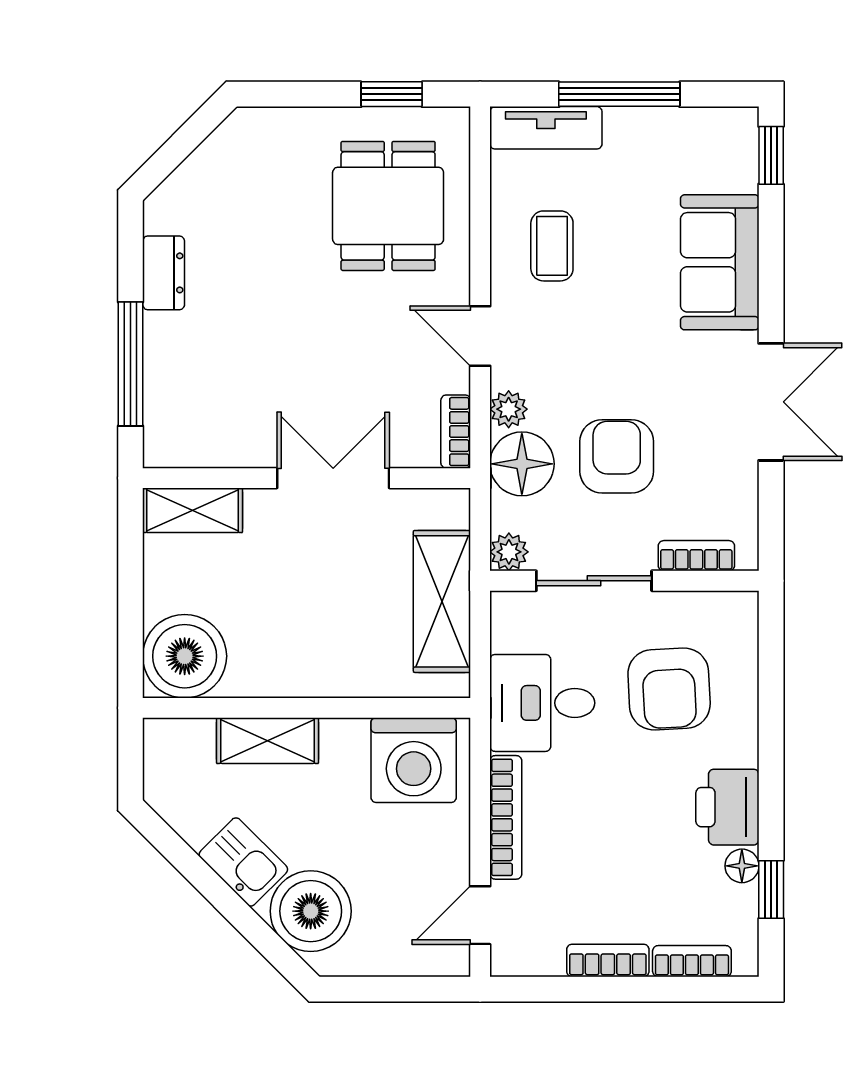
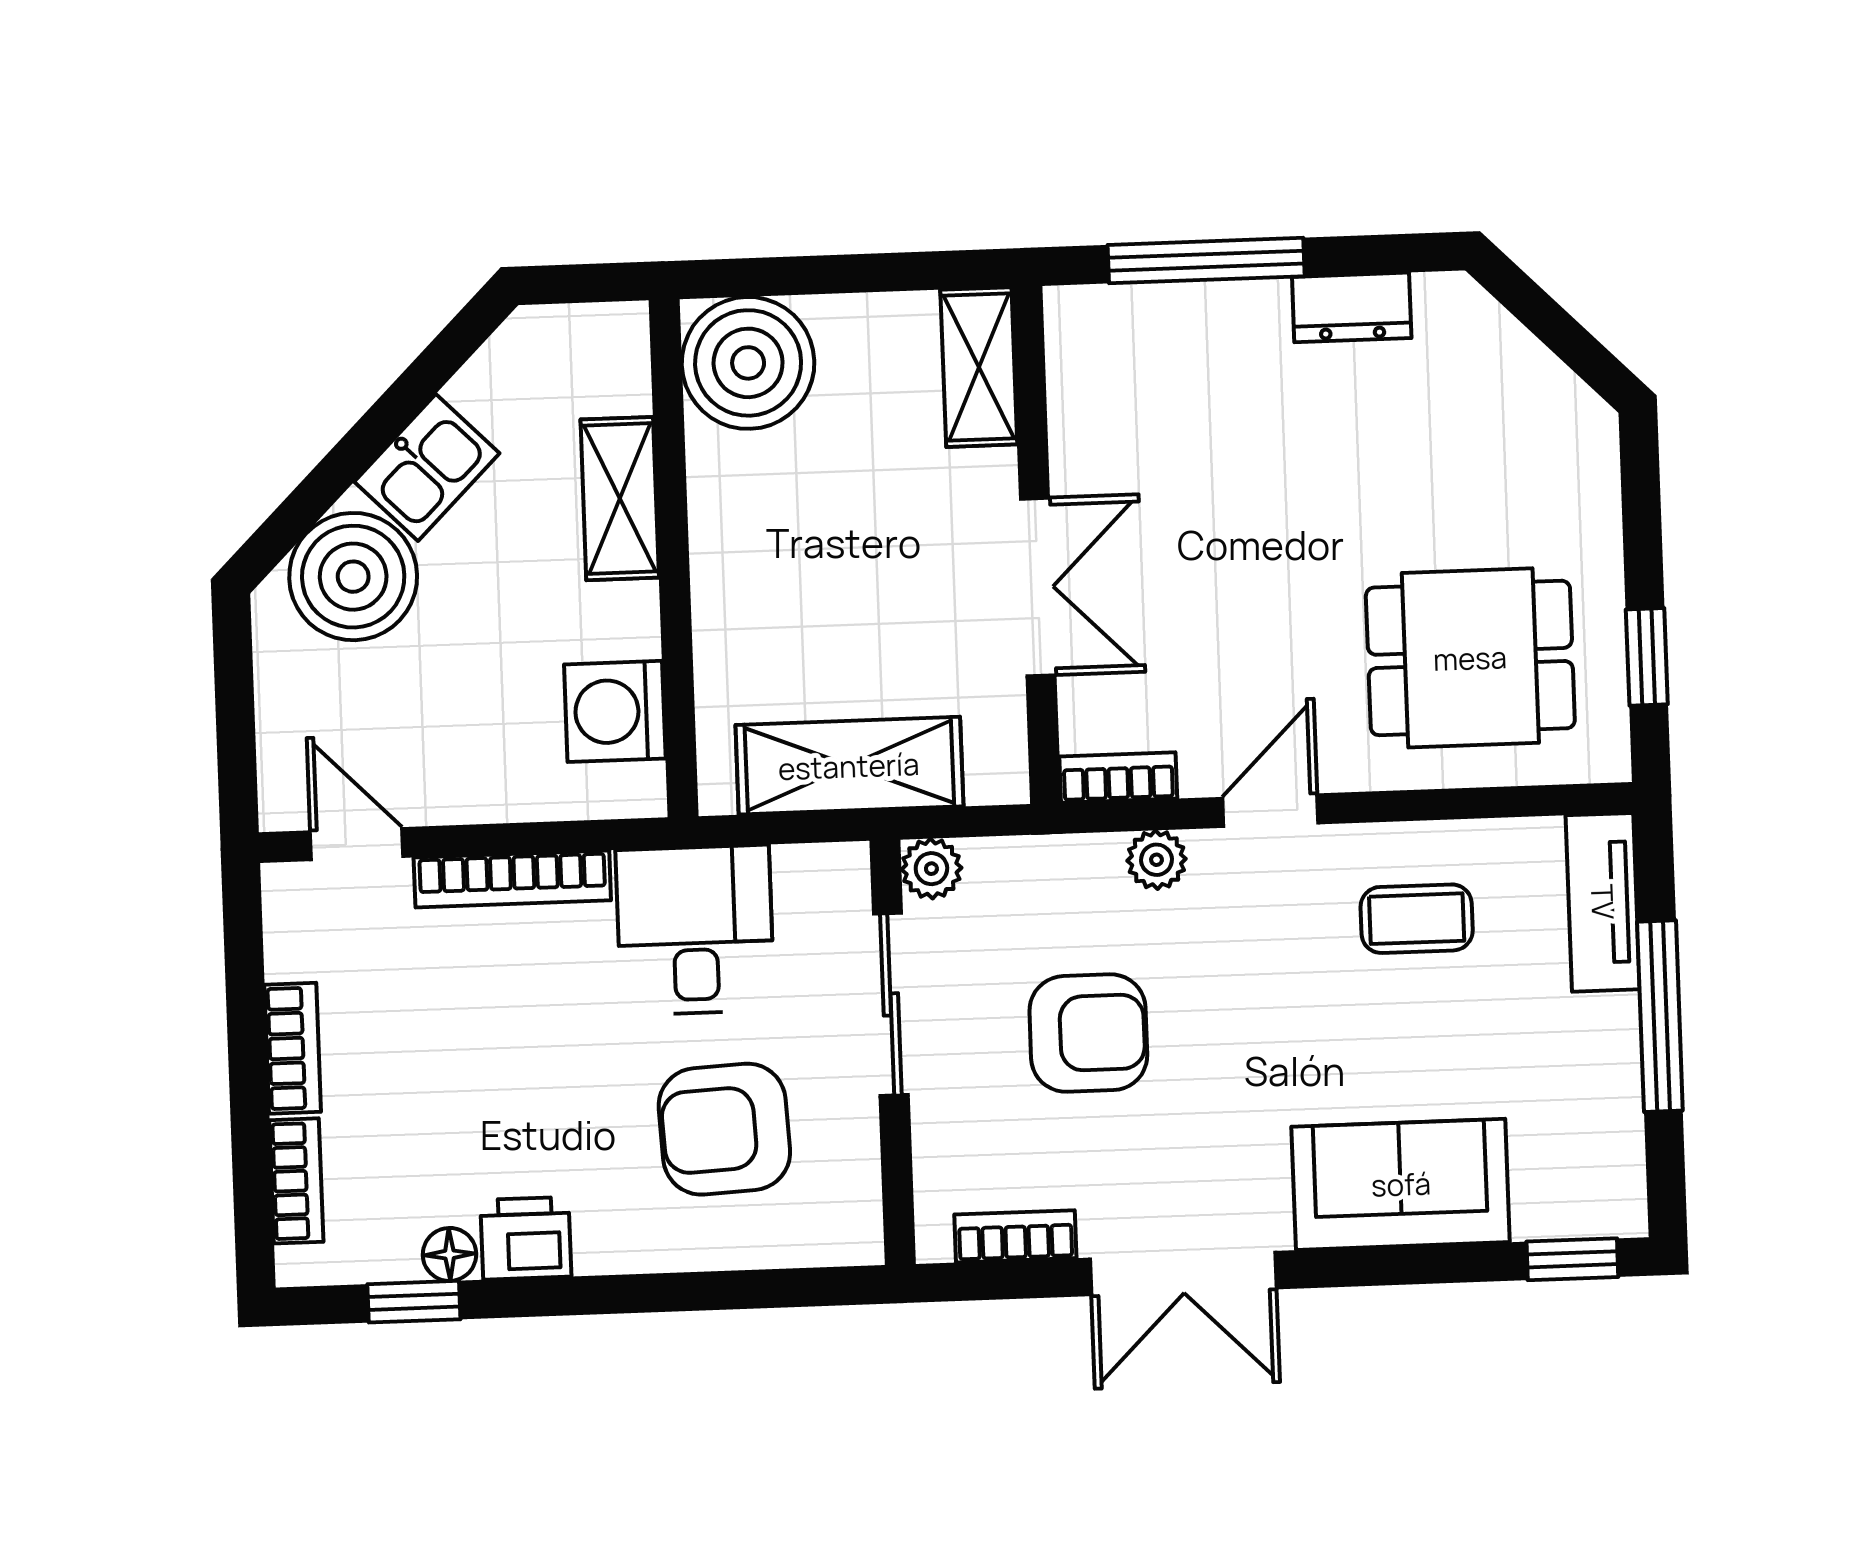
floor lamp: (522, 464) -> (1071, 884), removed
bookcase: (696, 556) -> (1015, 1236), moved, turned -90
washing machine: (414, 760) -> (615, 711), width x0.73, depth x0.73
printer: (727, 807) -> (526, 1238), width x0.73, depth x0.81

